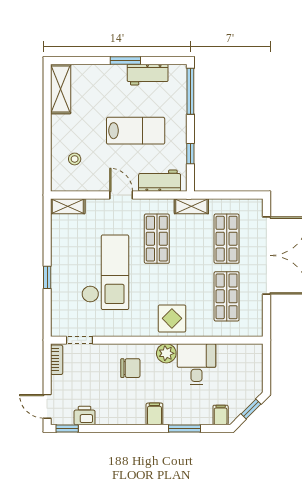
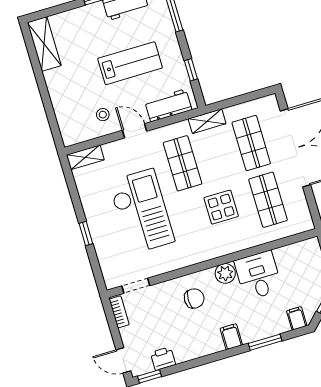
stool: (75, 159) -> (103, 115), moved
display table: (172, 318) -> (221, 207), moved

